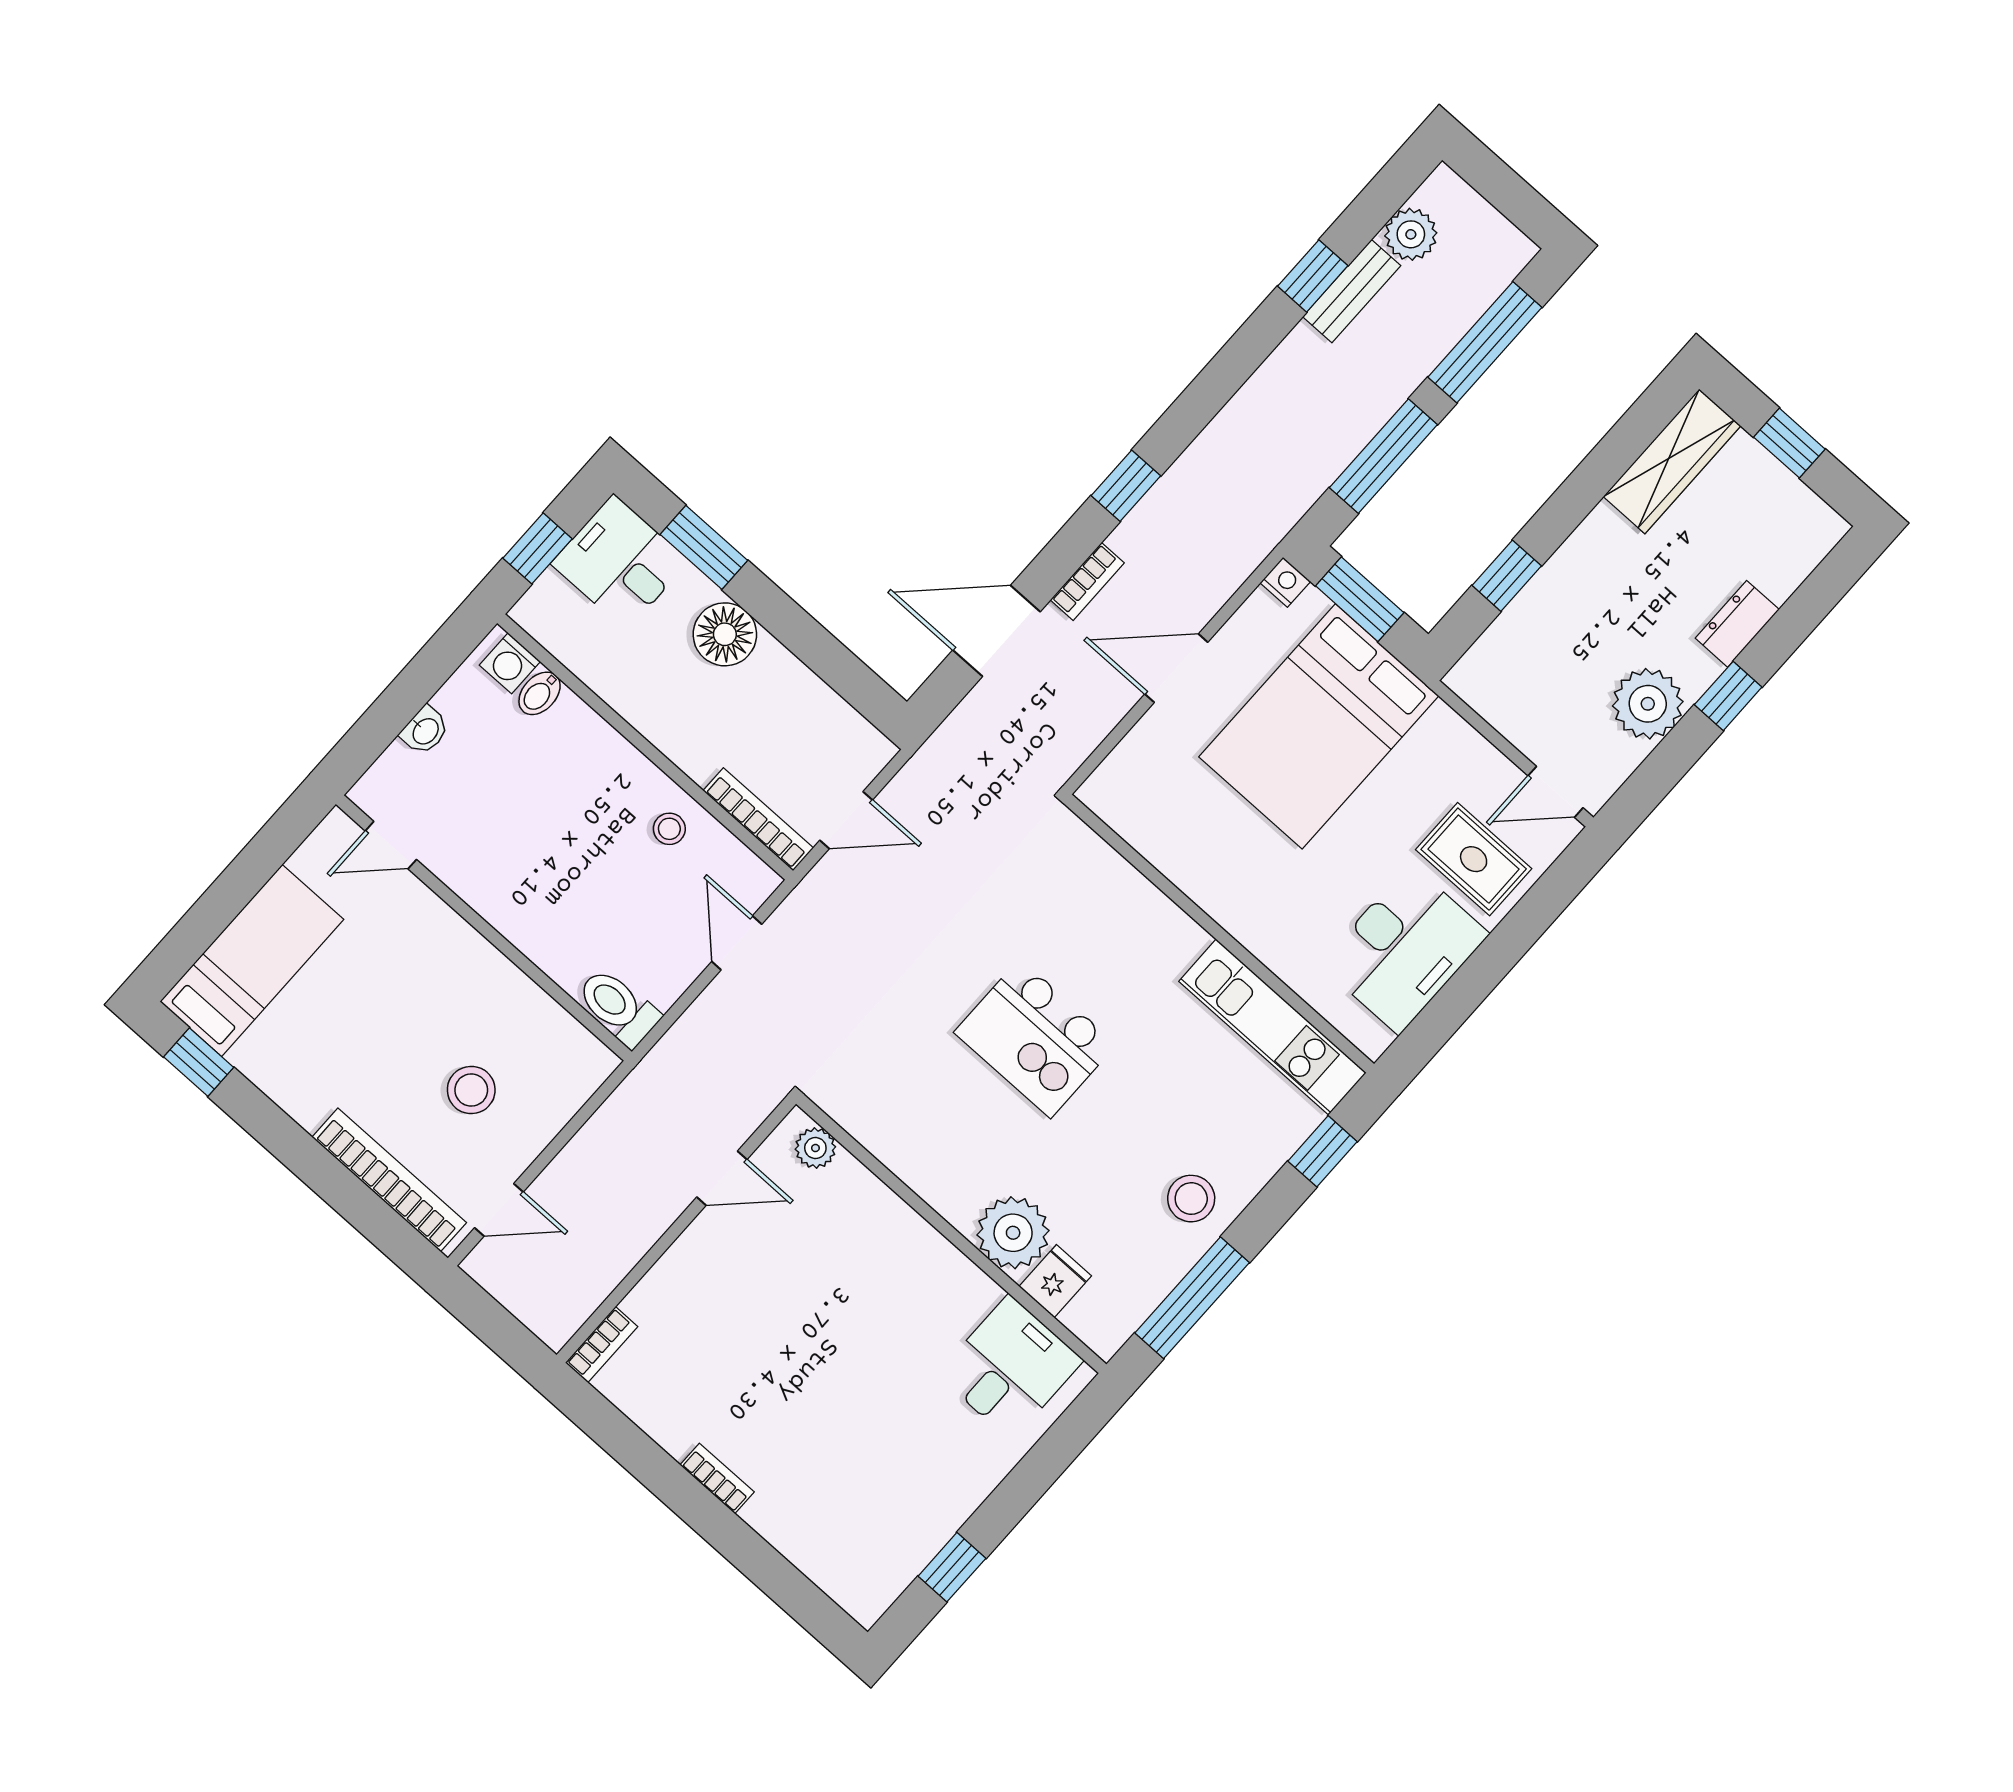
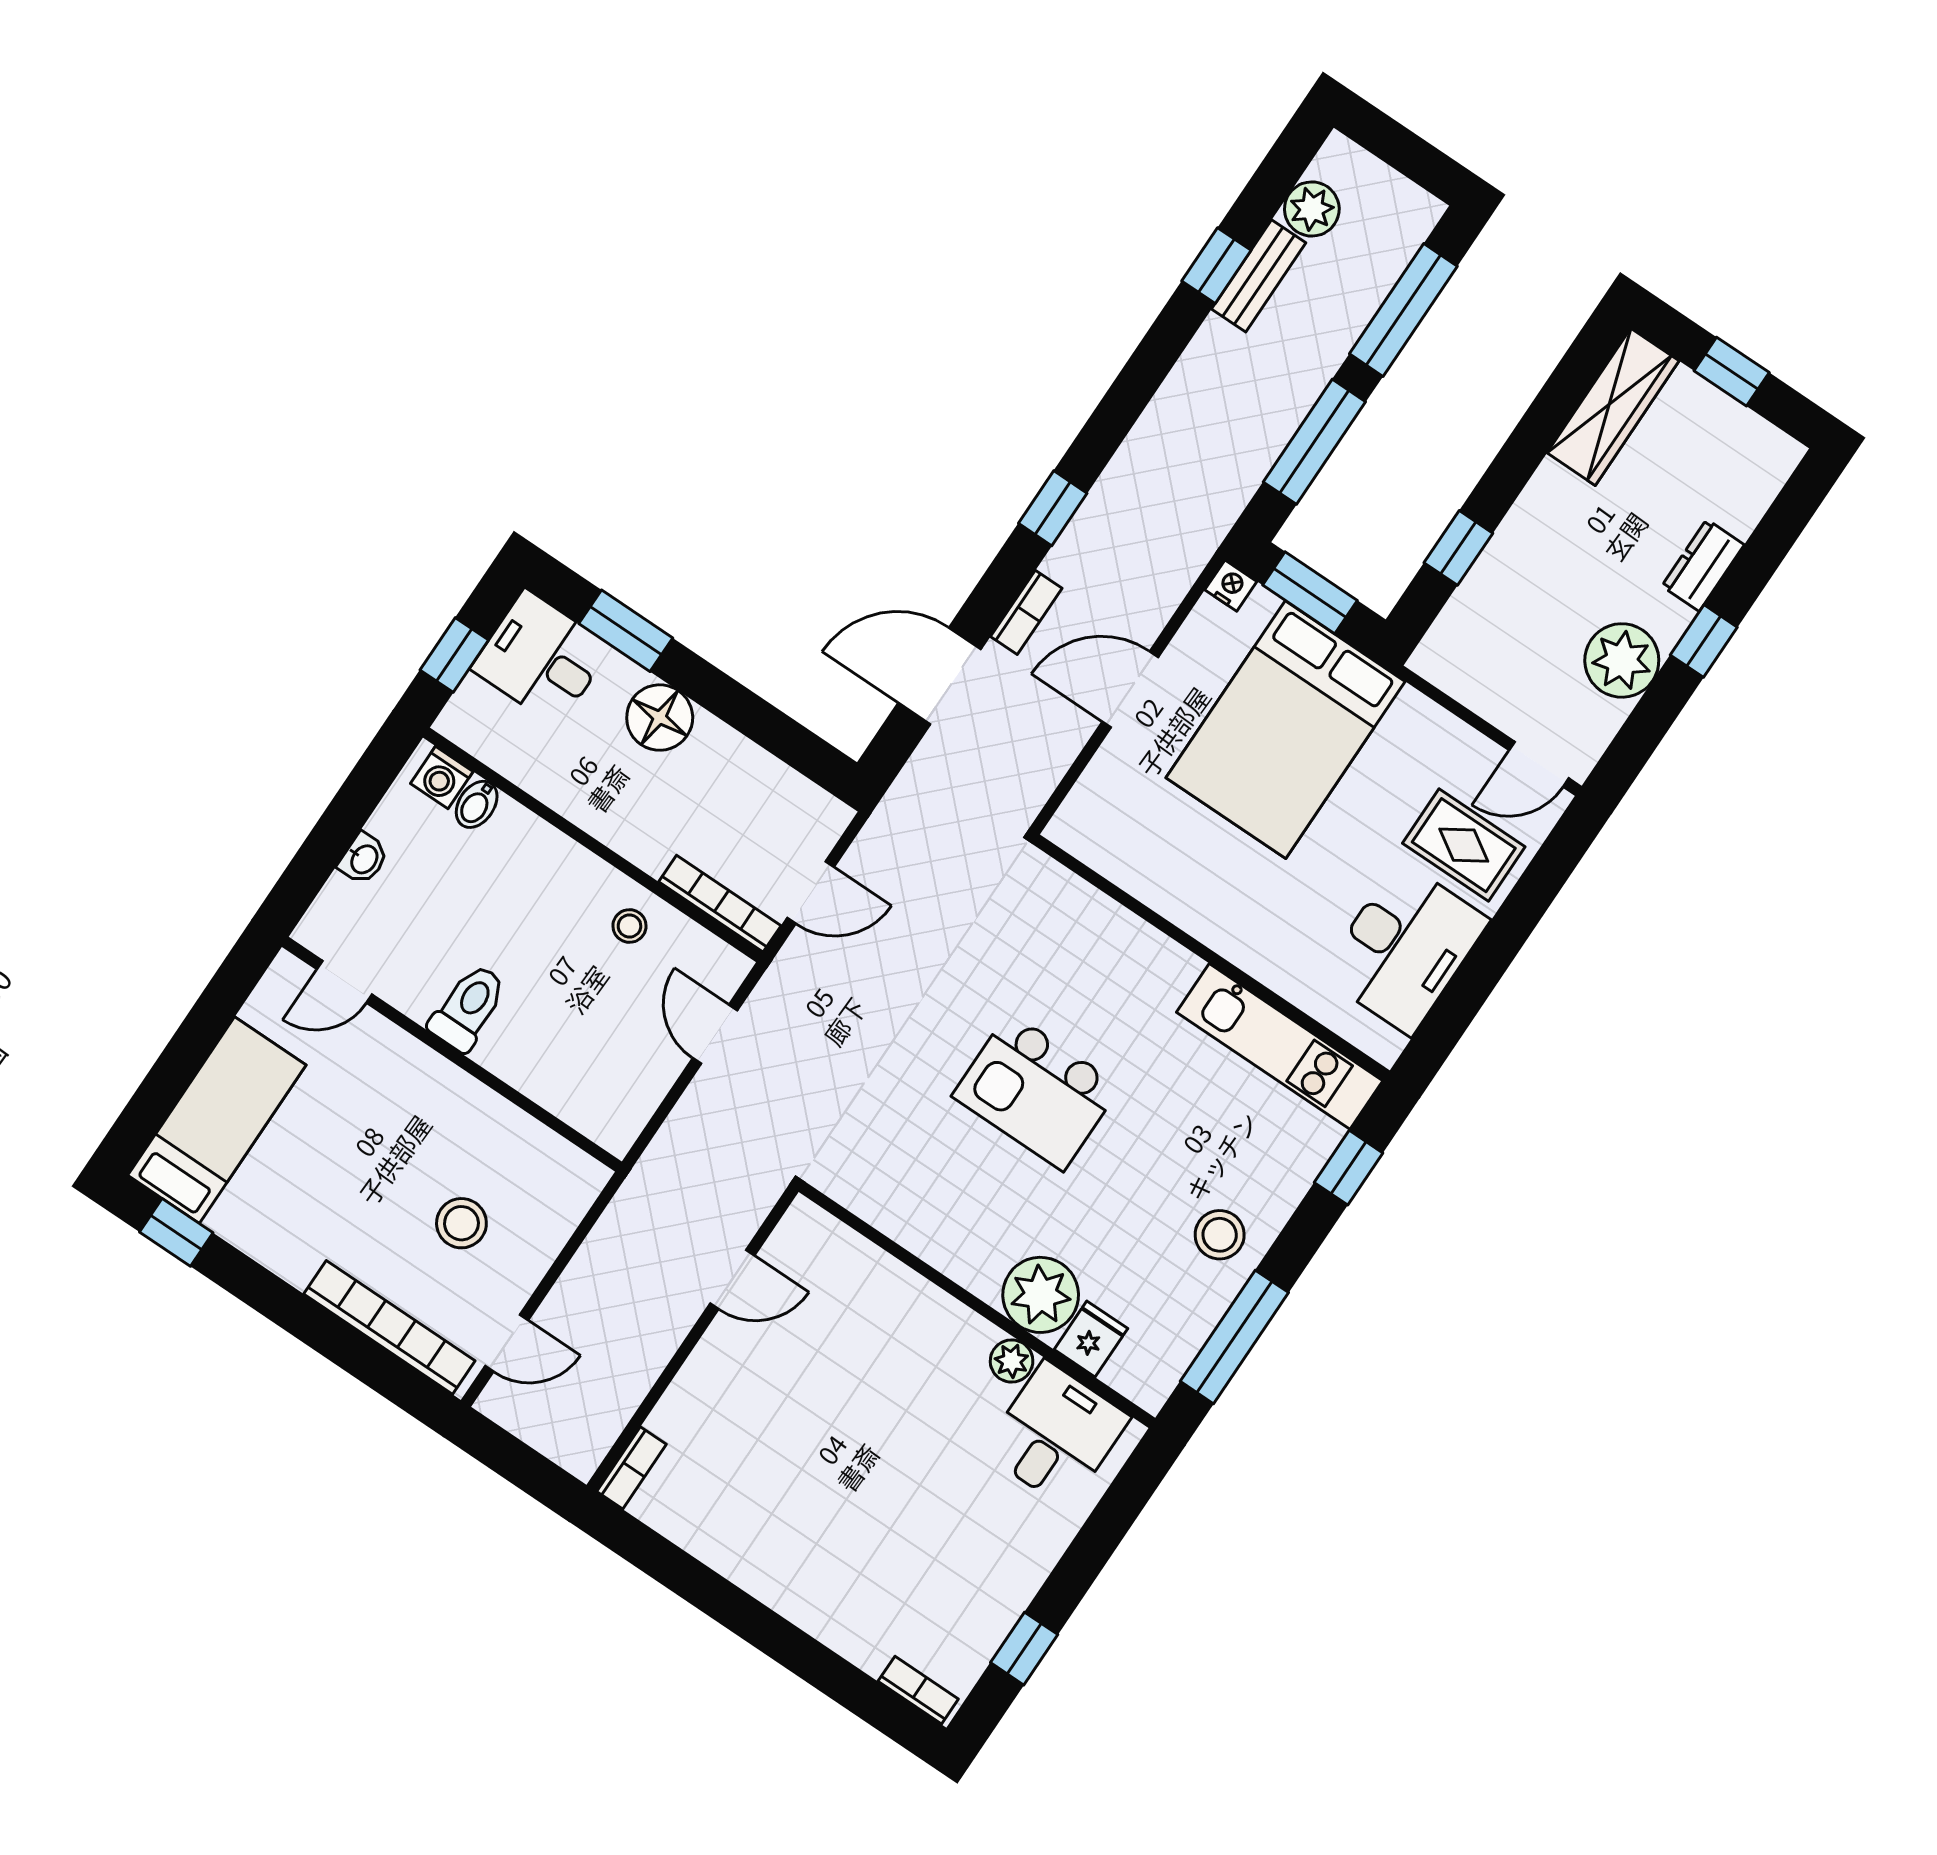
toilet: (618, 1007) -> (468, 1008), moved, turned 90
plant: (815, 1148) -> (1012, 1361), moved
bookcase: (717, 1478) -> (918, 1690), moved

